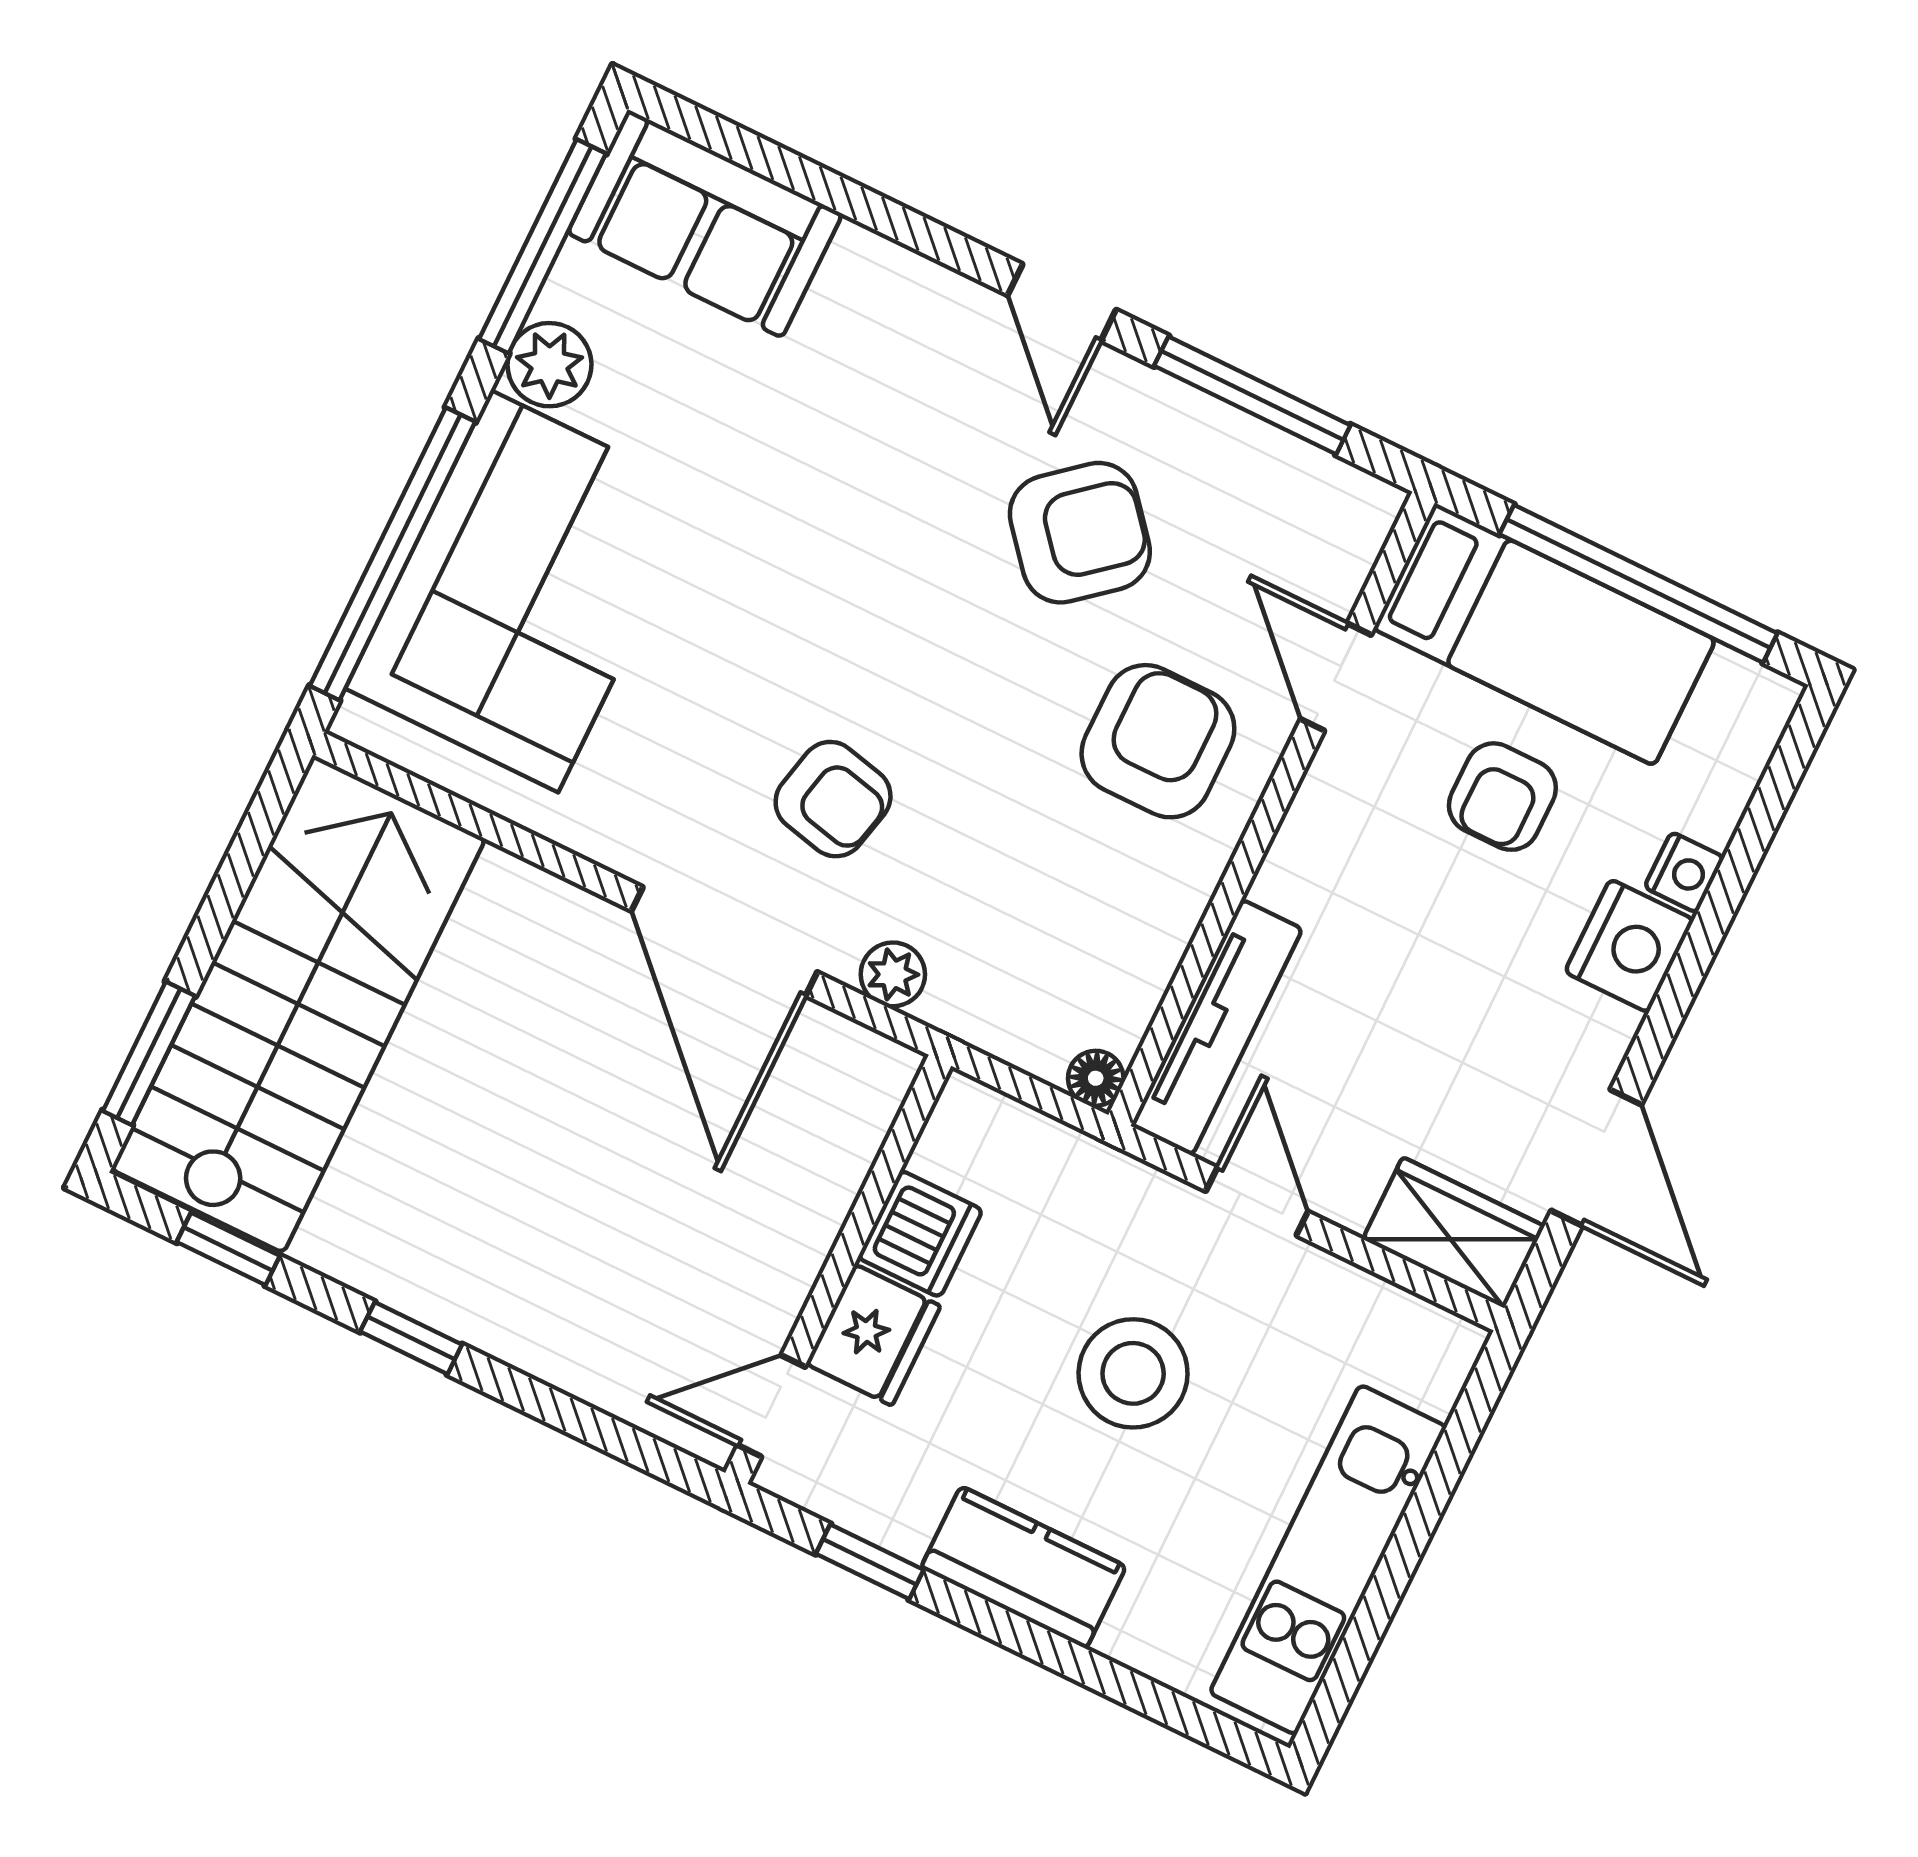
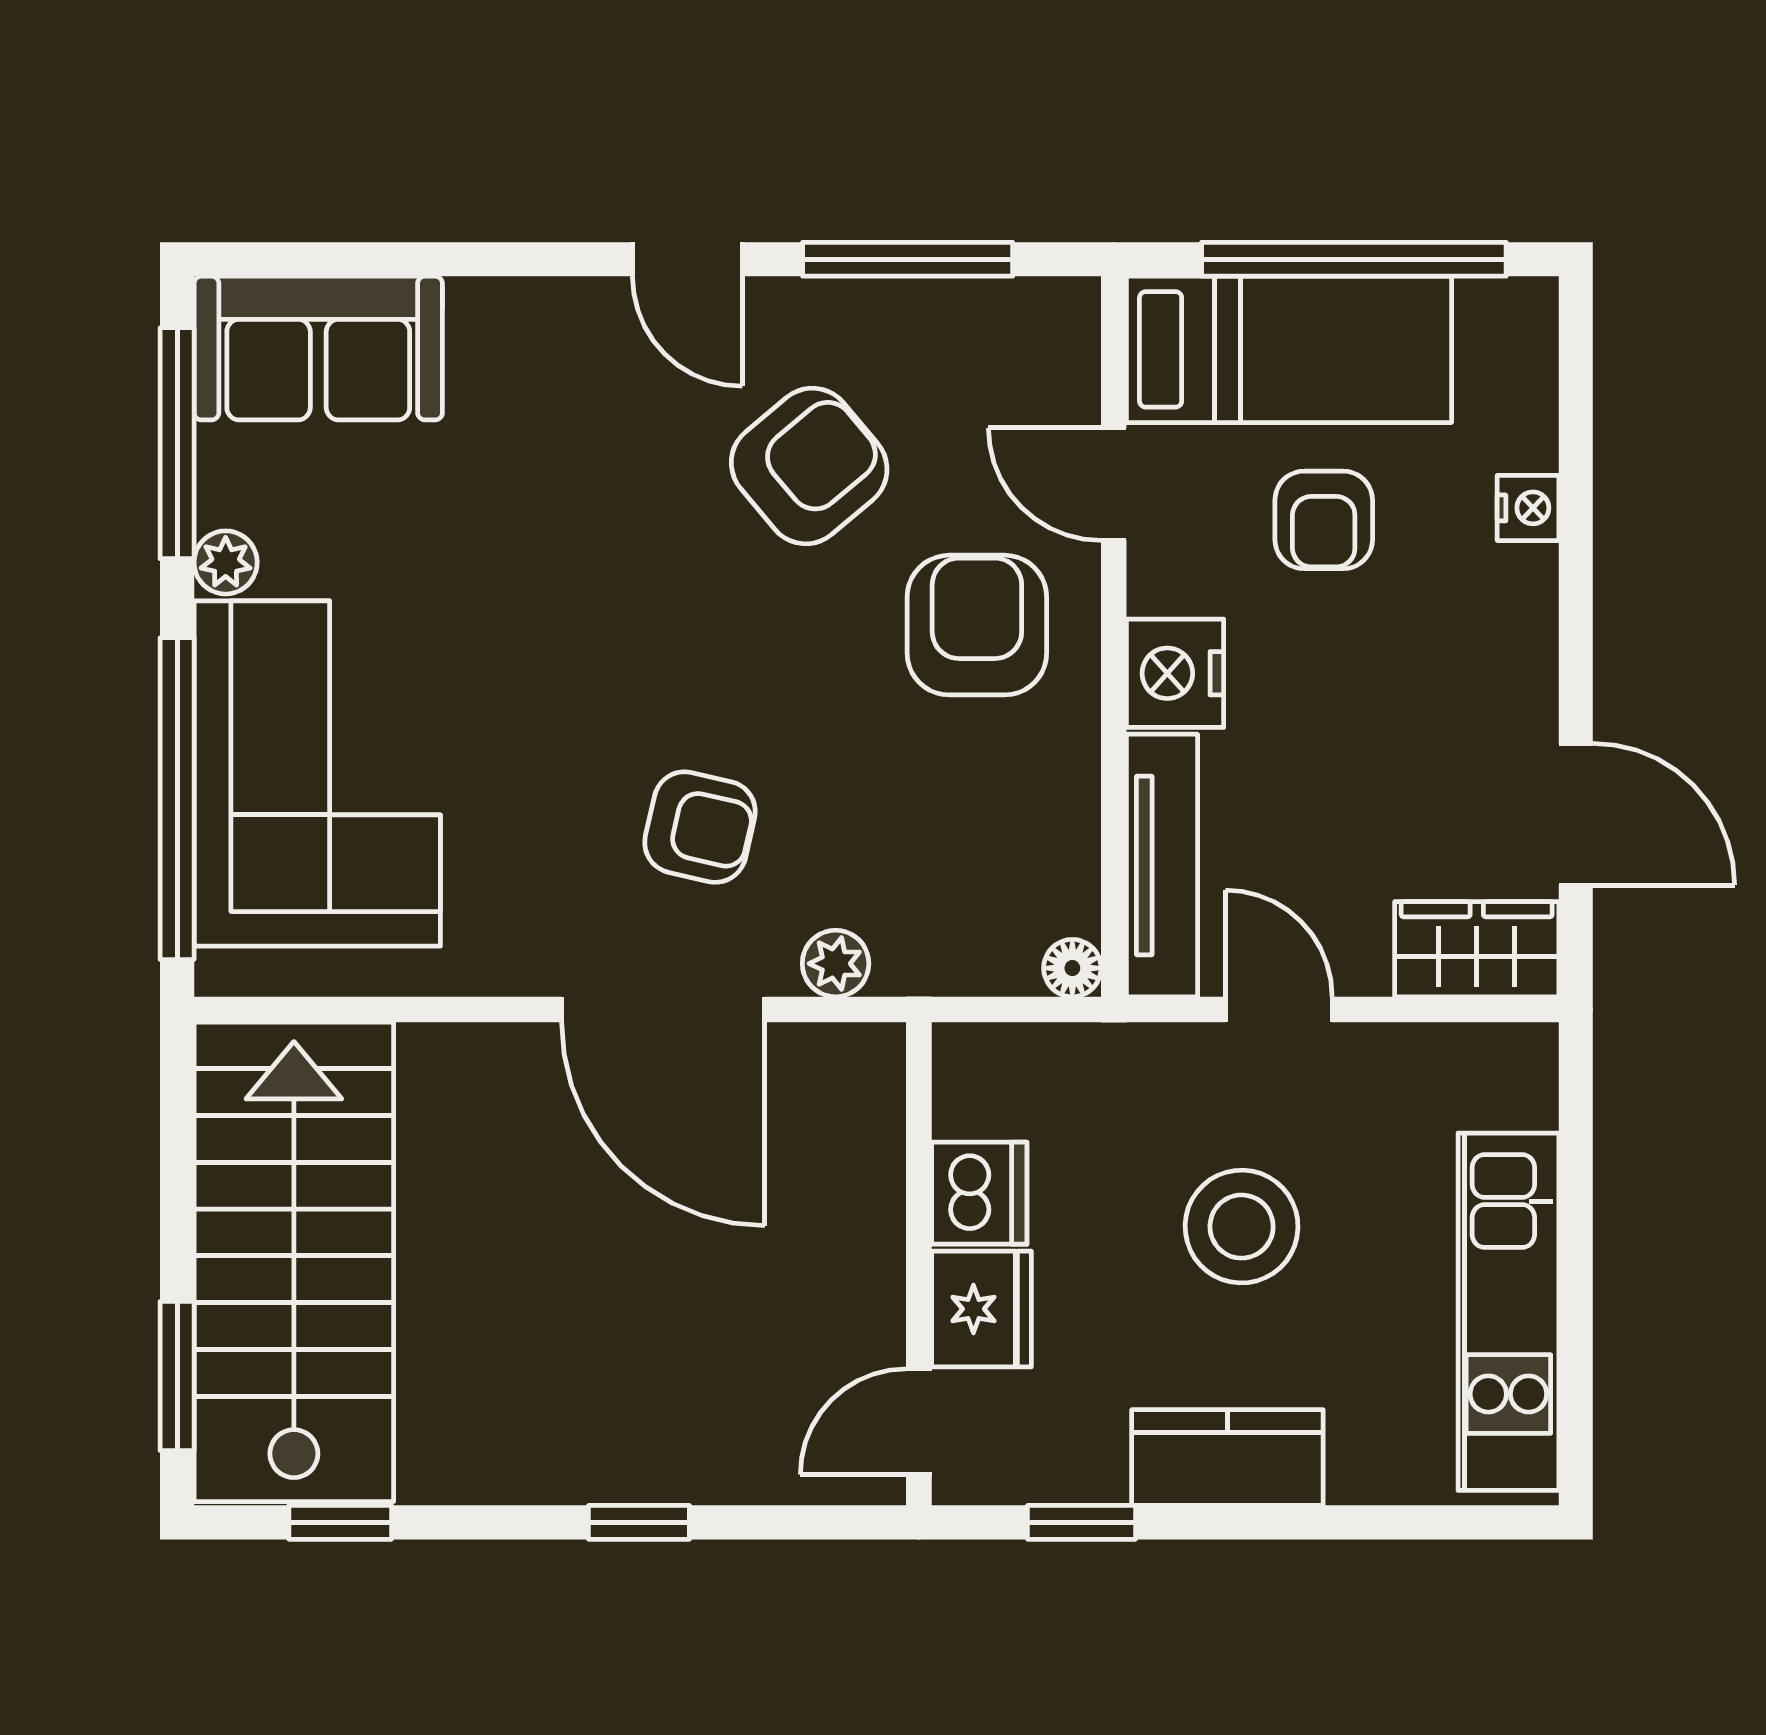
plant: (549, 365) -> (226, 562), width x0.73, depth x0.73
nightstand: (1629, 946) -> (1175, 673), moved, turned 180
window: (411, 1338) -> (639, 1522), moved

